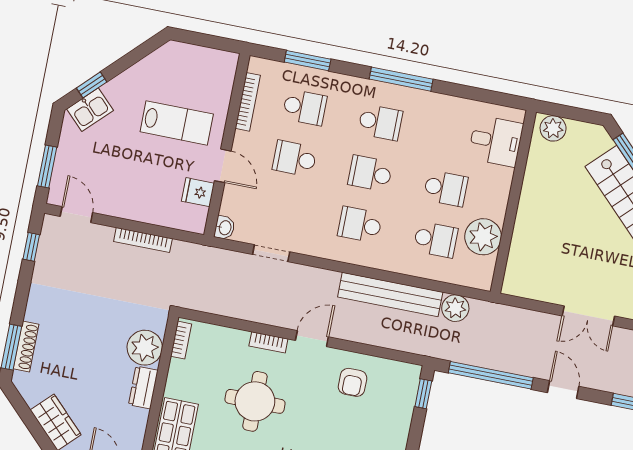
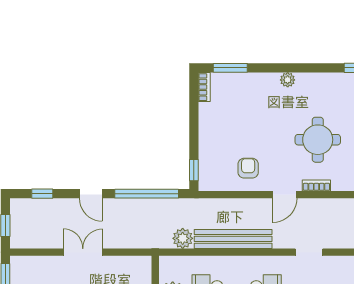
doorway: (271, 253) -> (309, 252), moved

